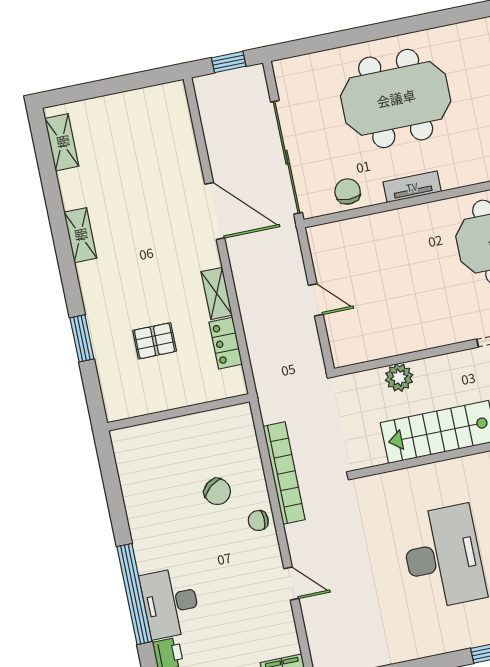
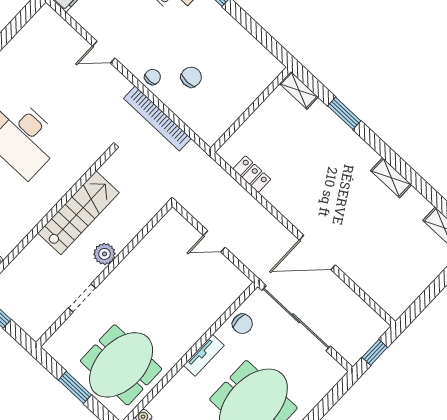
shelving: (217, 293) -> (299, 90), moved
pallet: (155, 341) -> (298, 144), removed
plant: (399, 378) -> (104, 254), moved
chair: (217, 492) -> (191, 77), turned 128

